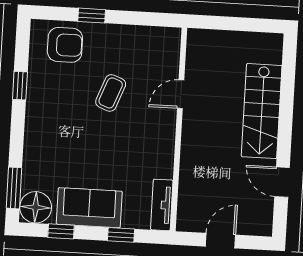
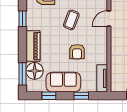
piano: (37, 137) -> (33, 46), added
armchair: (118, 153) -> (77, 52), added
floor lamp: (36, 207) -> (35, 71), moved

